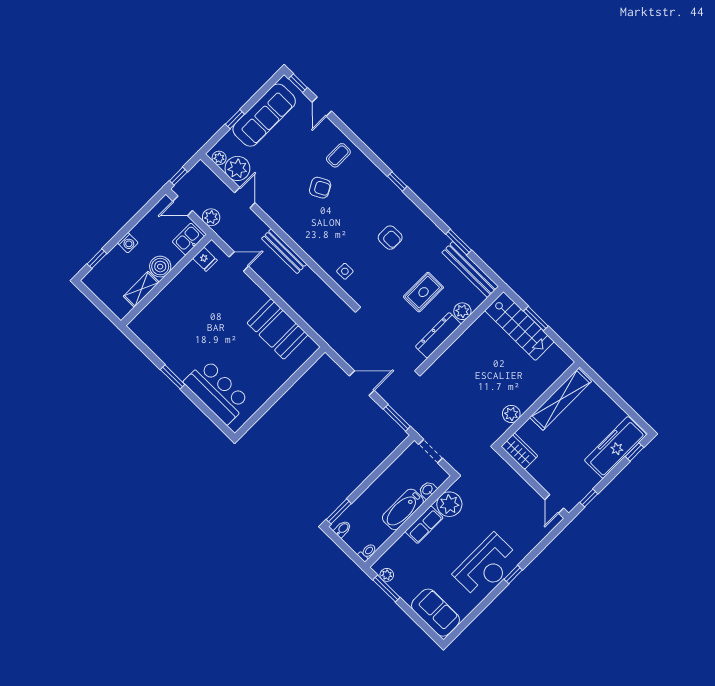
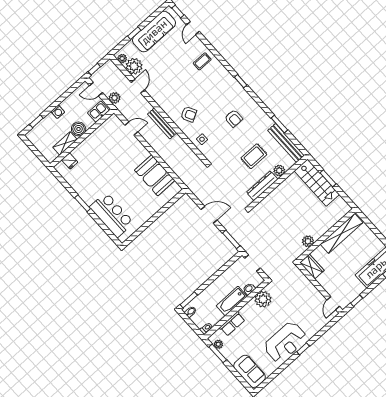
armchair: (320, 188) -> (189, 114), moved
fridge: (205, 259) -> (70, 161), moved
row of seats: (424, 525) -> (232, 324), moved

